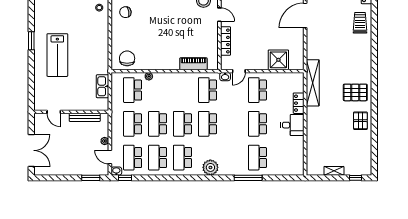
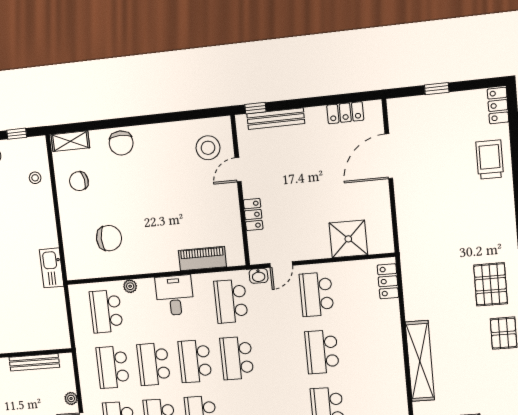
door: (219, 15) -> (238, 170), swing flipped
locker: (226, 41) -> (253, 215), width x0.66
chair: (127, 58) -> (109, 238), moved, turned 90
shelving: (313, 83) -> (420, 361), moved
kitchen sink: (103, 86) -> (52, 268), moved
pallet: (355, 92) -> (491, 284), turned 90
locker: (299, 103) -> (388, 281), moved
desk: (292, 125) -> (175, 295), moved, turned -90

